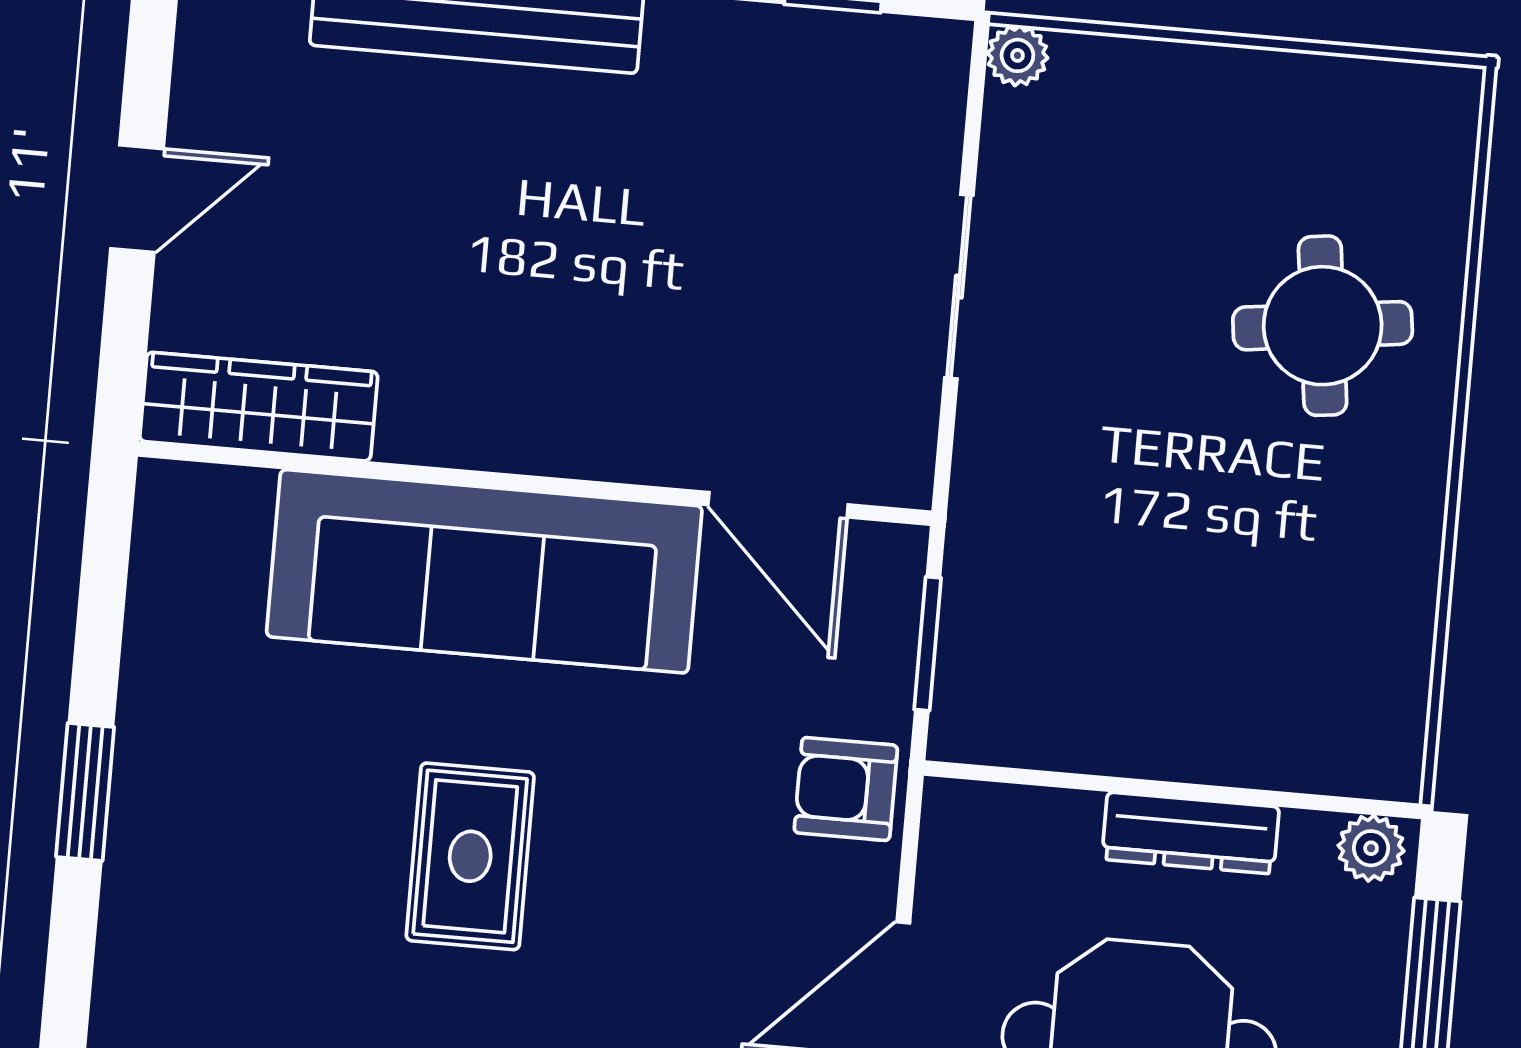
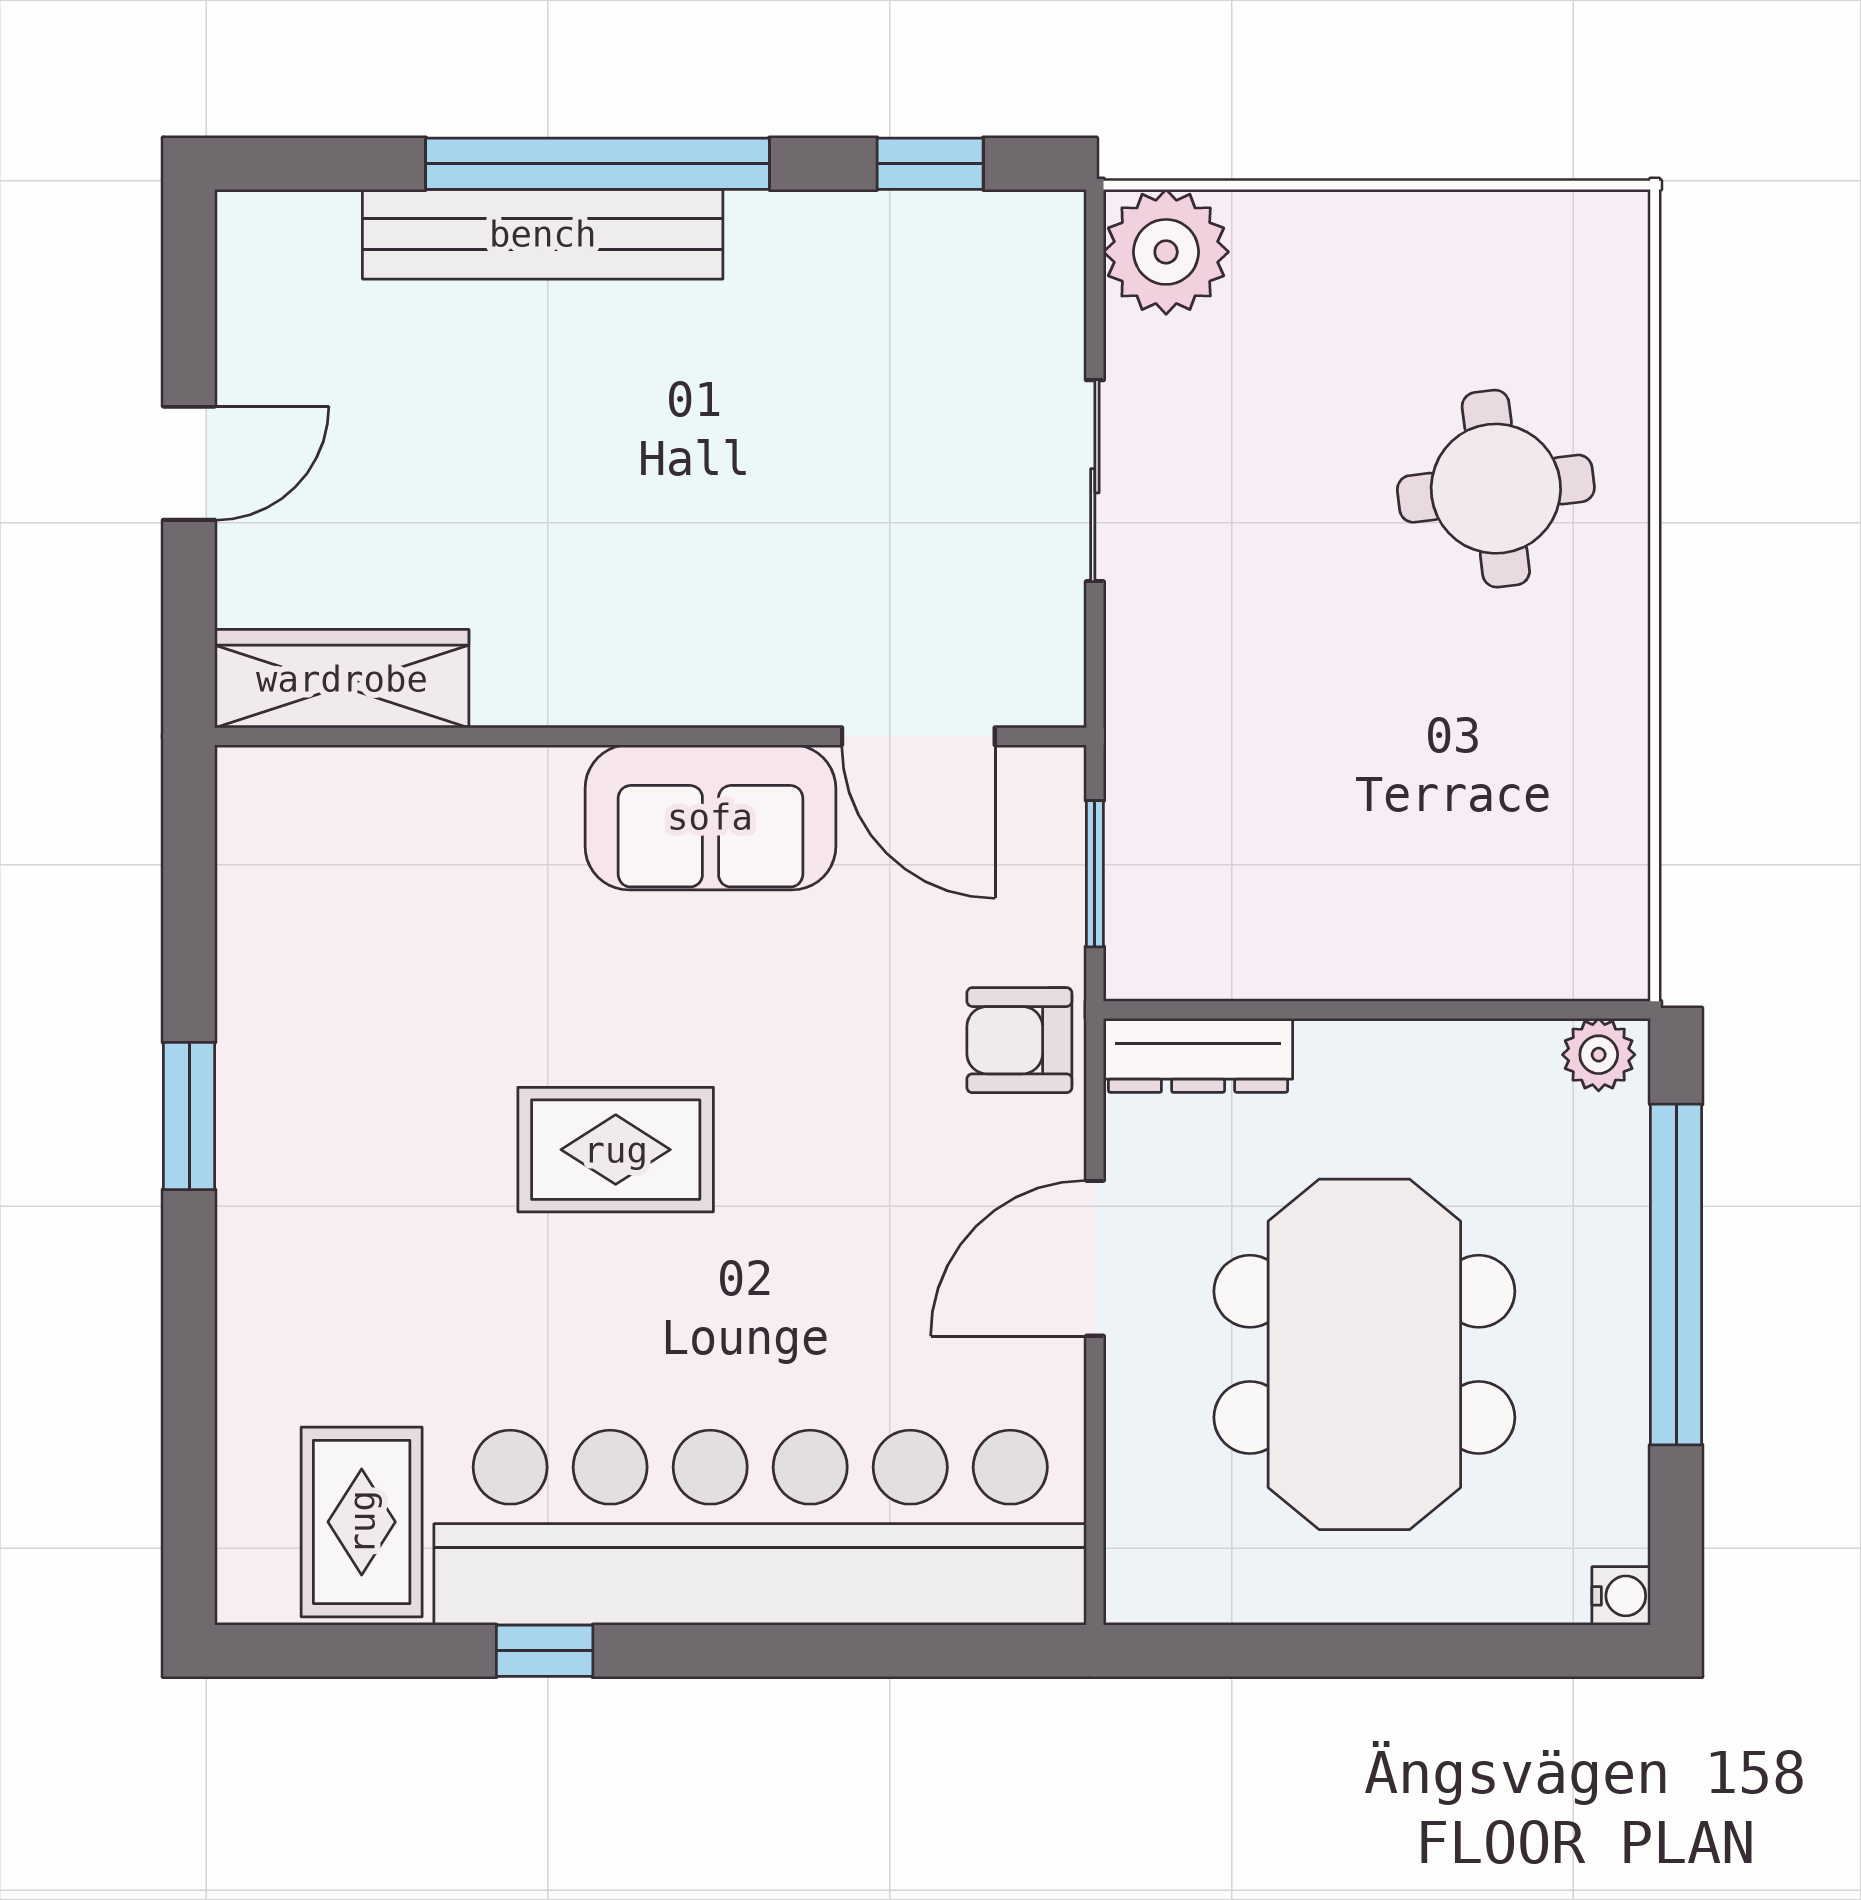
plant: (1017, 55) -> (1166, 252), width x1.88, depth x1.88
sofa: (484, 571) -> (710, 817), width x0.54, depth x0.79
dresser: (1190, 833) -> (1198, 1055), moved
rug: (470, 856) -> (616, 1150), turned 90

